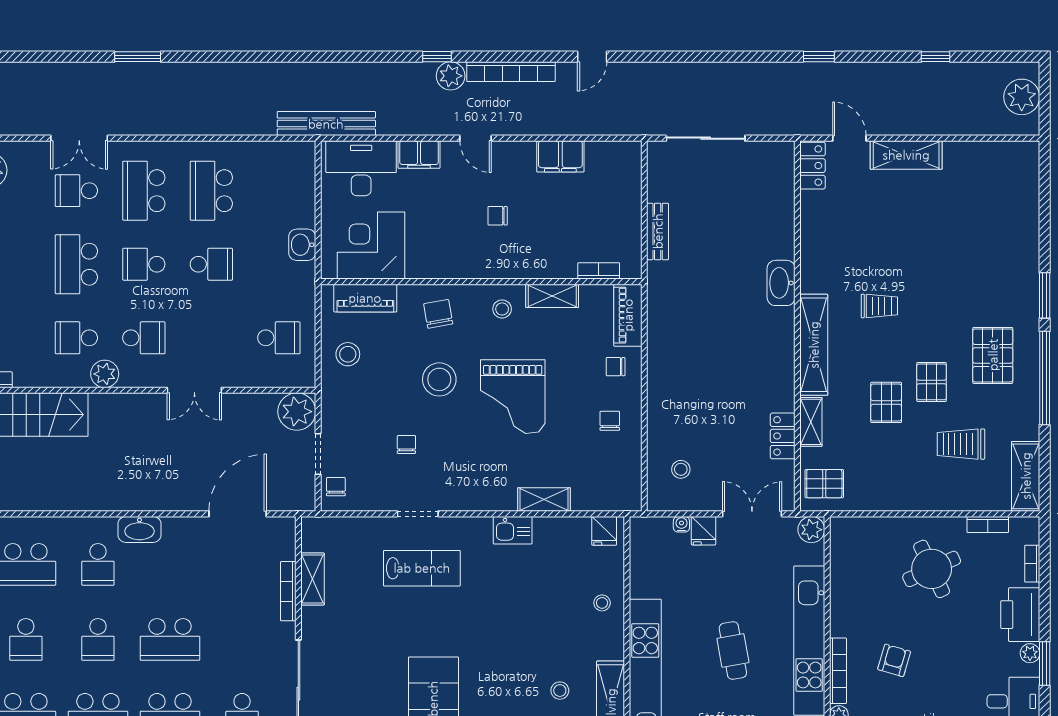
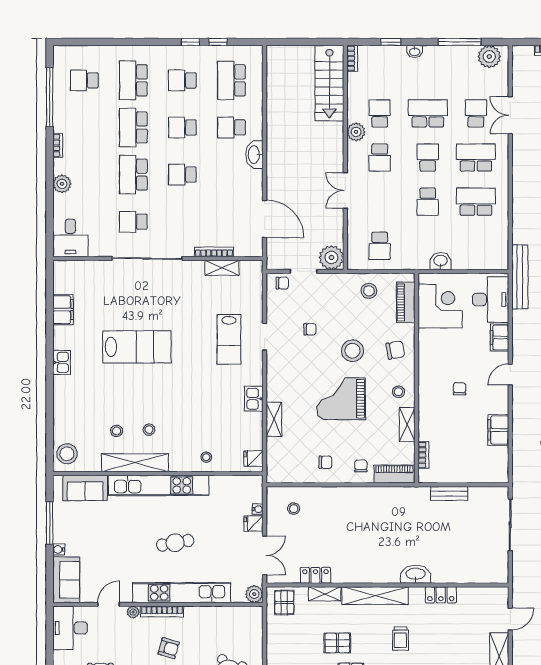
locker: (813, 166) -> (441, 595), moved
school desk: (170, 639) -> (182, 175), width x0.54

